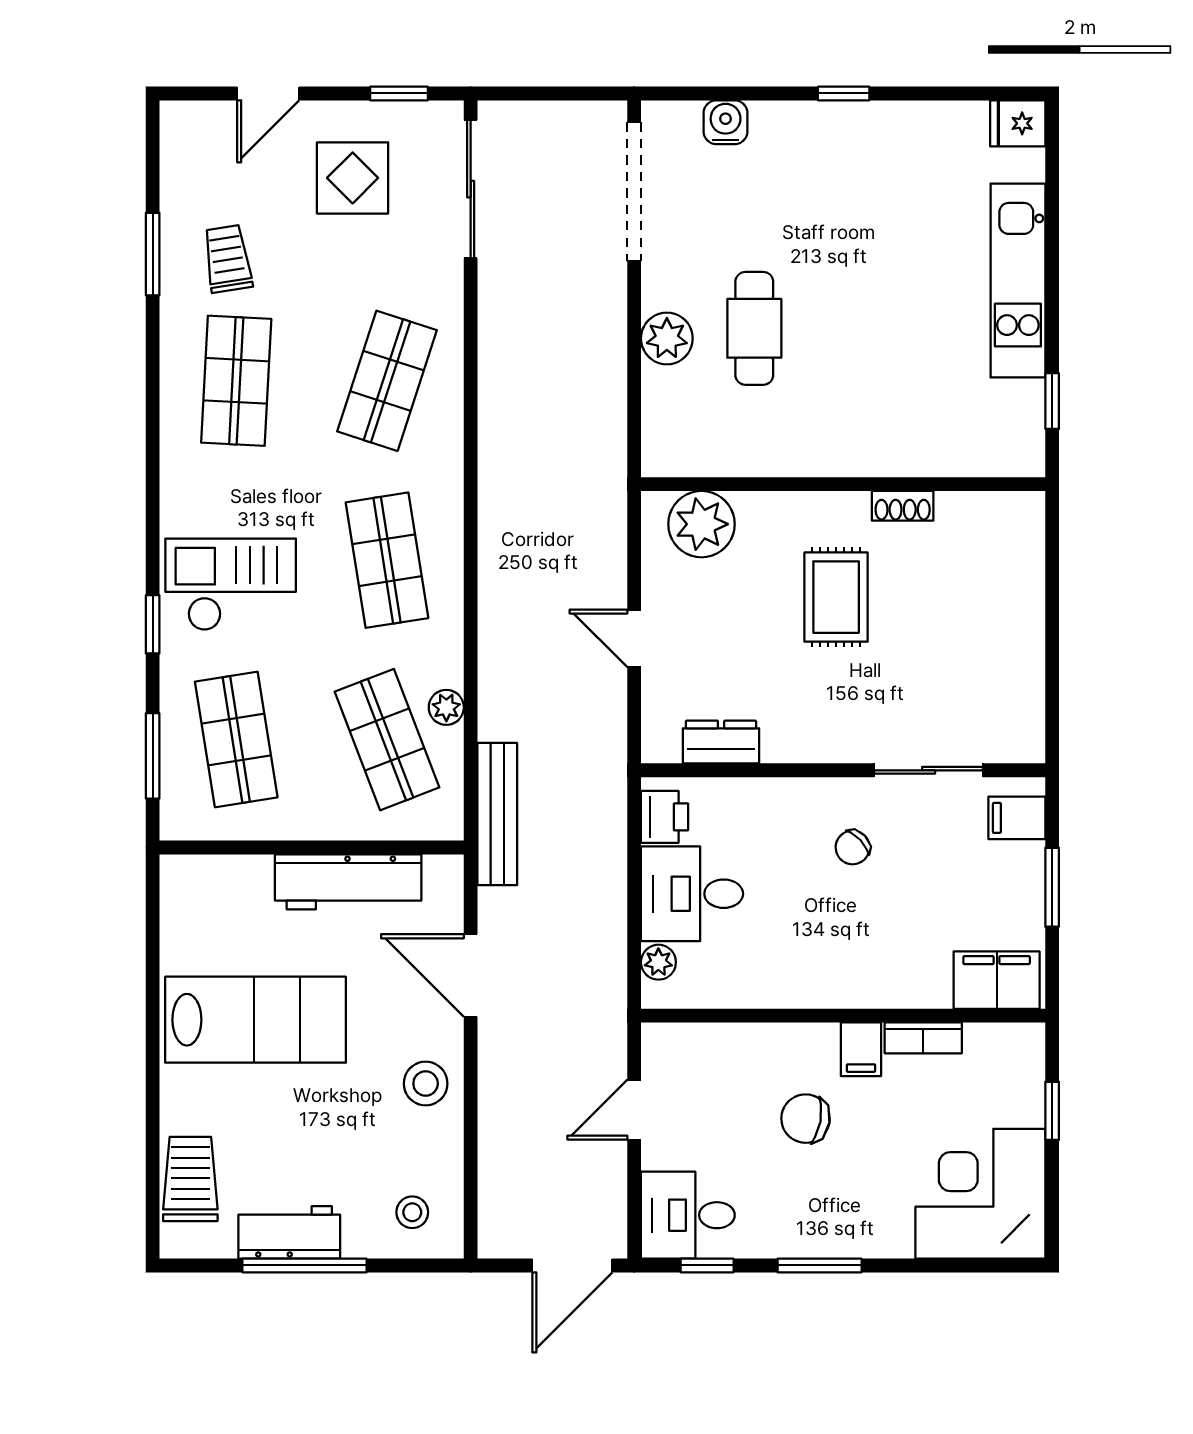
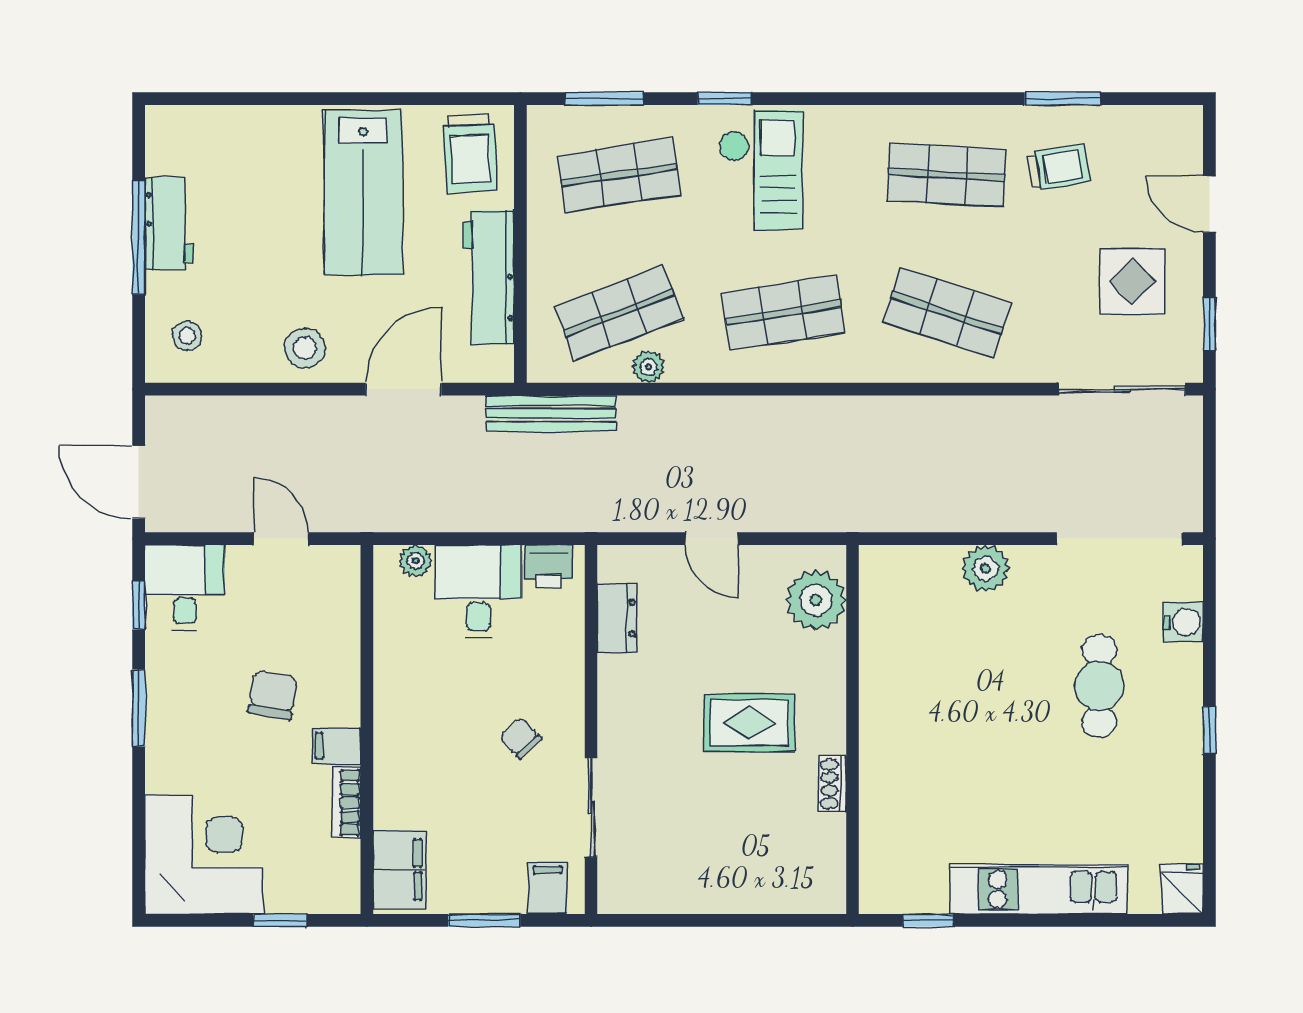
cafe table: (754, 328) -> (1099, 686), moved, turned 90
door: (634, 638) -> (712, 539), swing flipped
trolley: (190, 1179) -> (470, 153), moved, turned 87

